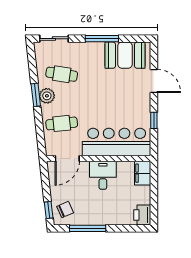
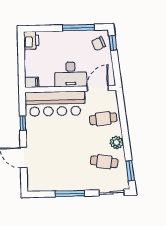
booth: (125, 55) -> (49, 180), removed
window: (36, 95) -> (130, 171), moved
filing cabinet: (143, 173) -> (32, 82), width x0.50
desk: (103, 175) -> (71, 74), width x1.37

